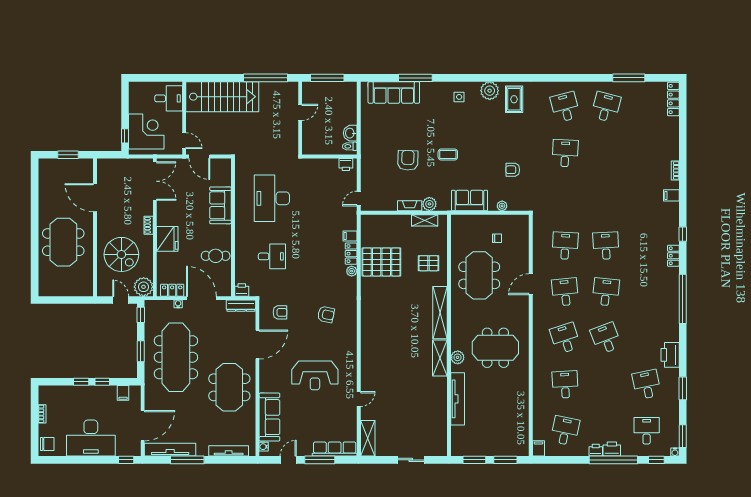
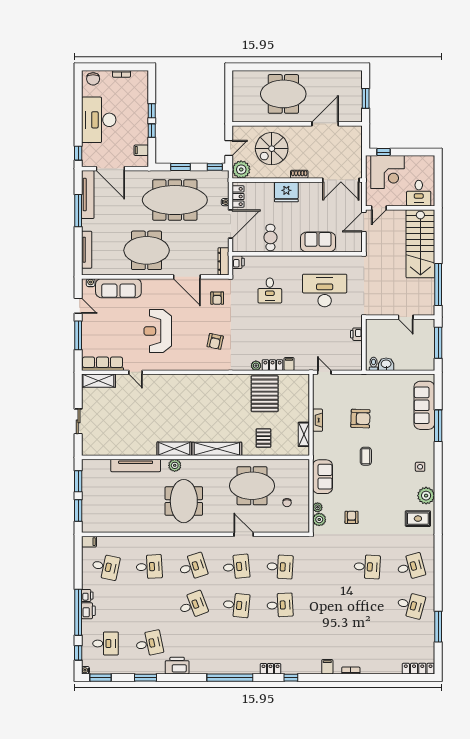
printer: (346, 165) -> (356, 334), moved
plant: (429, 204) -> (319, 519), moved
row of seats: (335, 449) -> (102, 364), moved, turned -90

